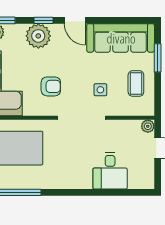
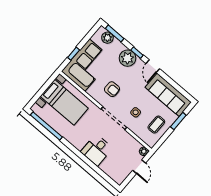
desk: (110, 171) -> (97, 150), moved

